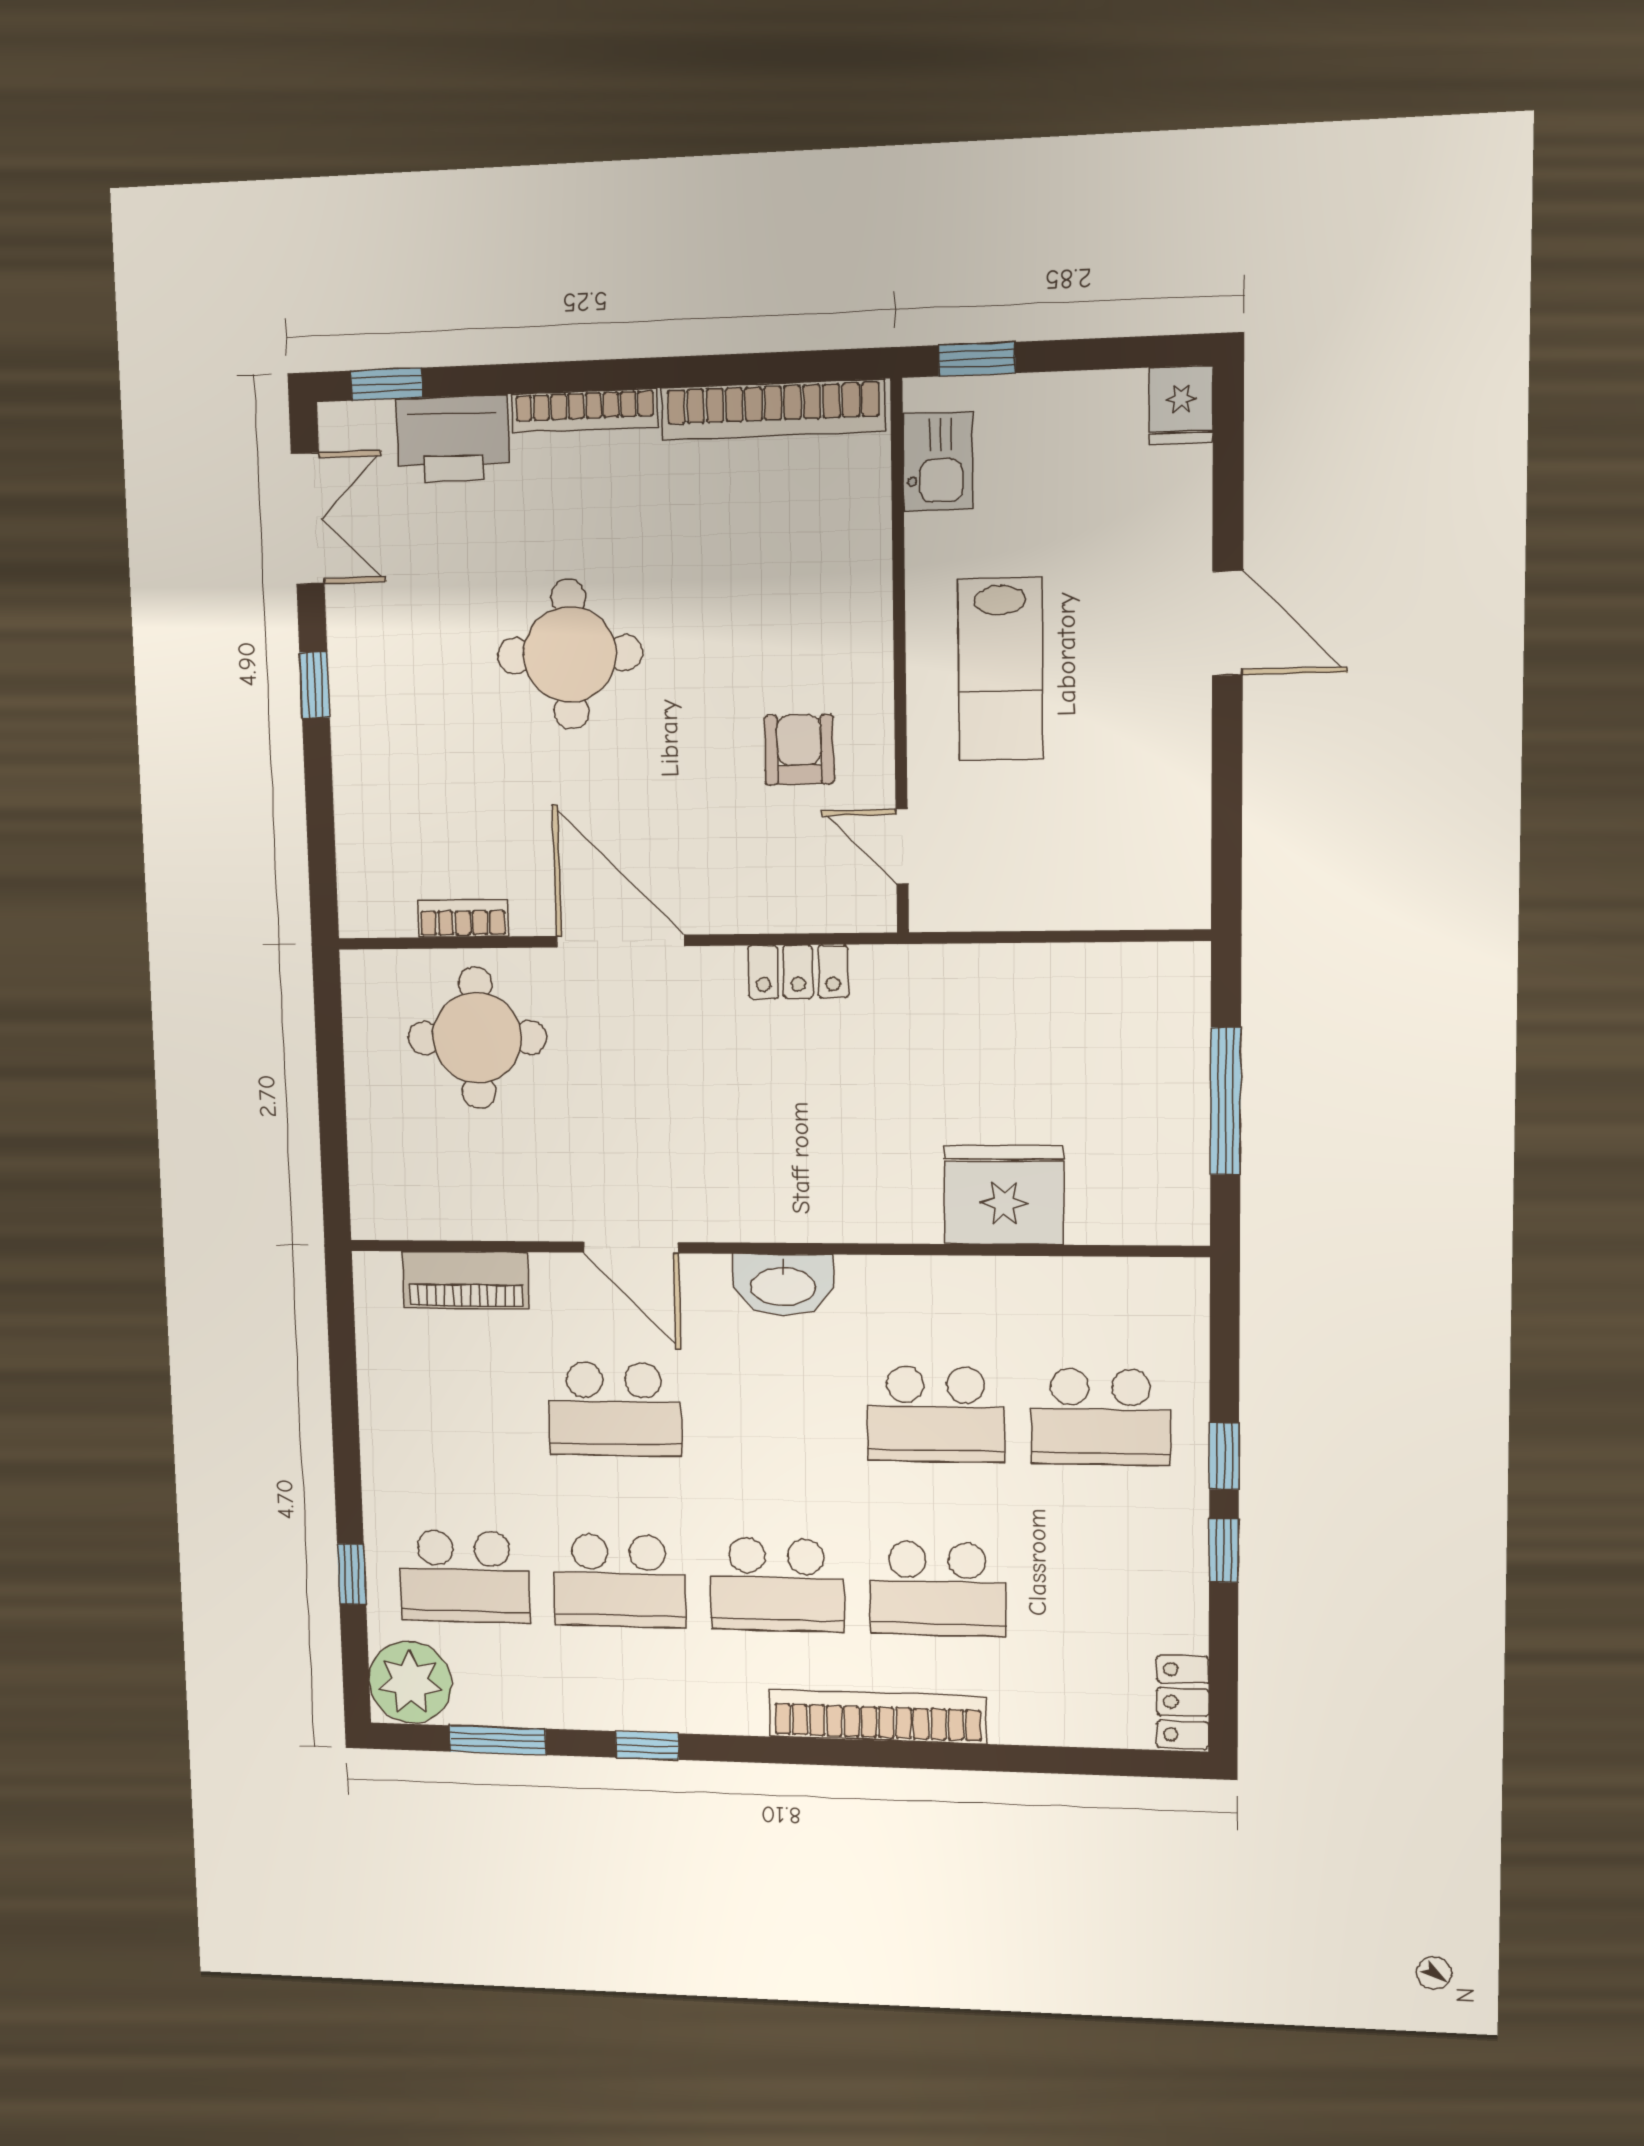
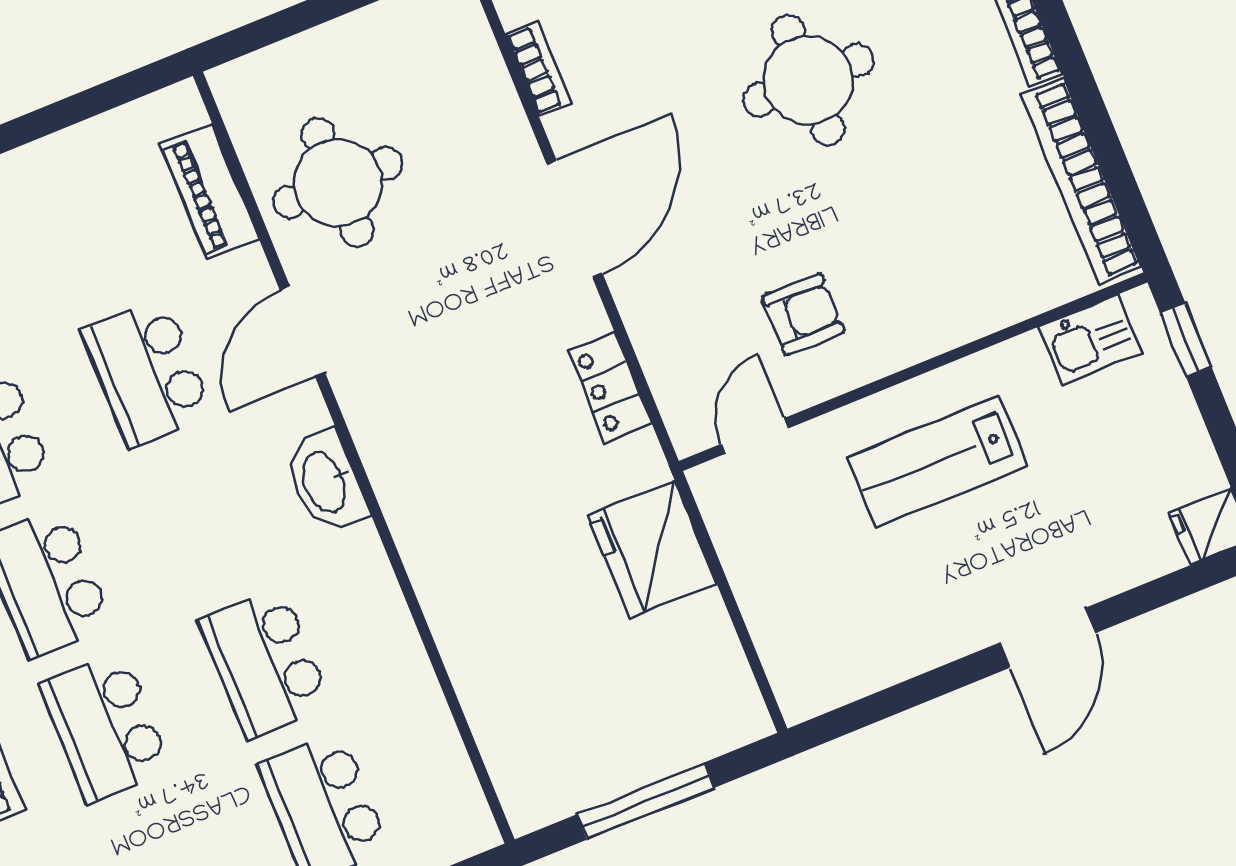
round table: (477, 1038) -> (338, 183), moved
fridge: (1004, 1195) -> (652, 549), moved, turned 180

